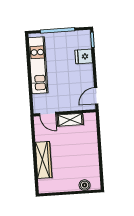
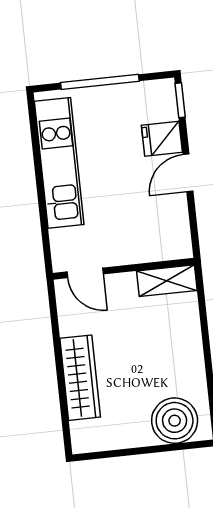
door: (96, 96) -> (188, 173), moved
shelving: (70, 120) -> (167, 281), moved
boiler: (85, 185) -> (175, 421), width x1.86, depth x1.86

